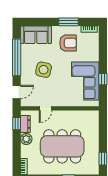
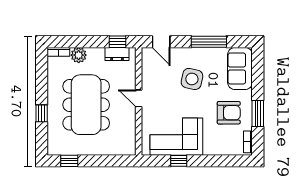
armchair: (68, 43) -> (229, 113), turned -90
window: (17, 57) -> (209, 42), width x0.68
door: (46, 108) -> (139, 98), moved
plant: (26, 139) -> (79, 55), moved

